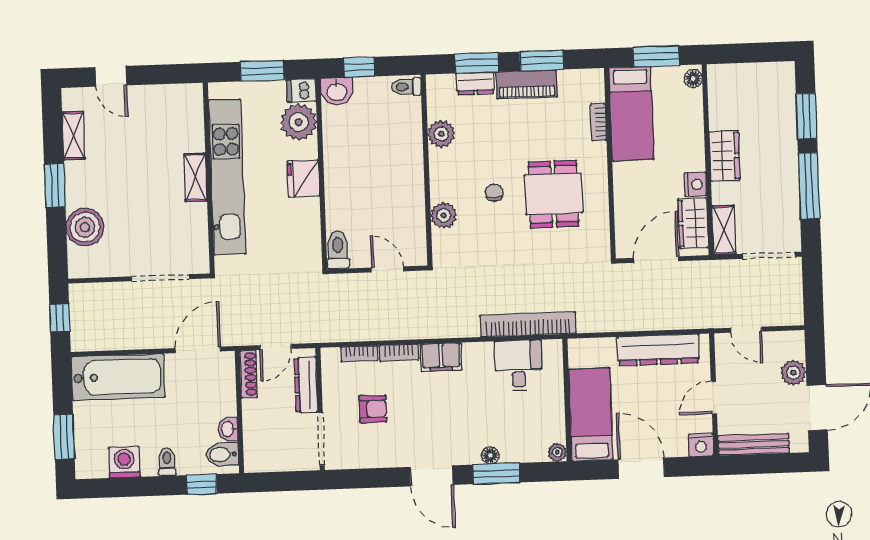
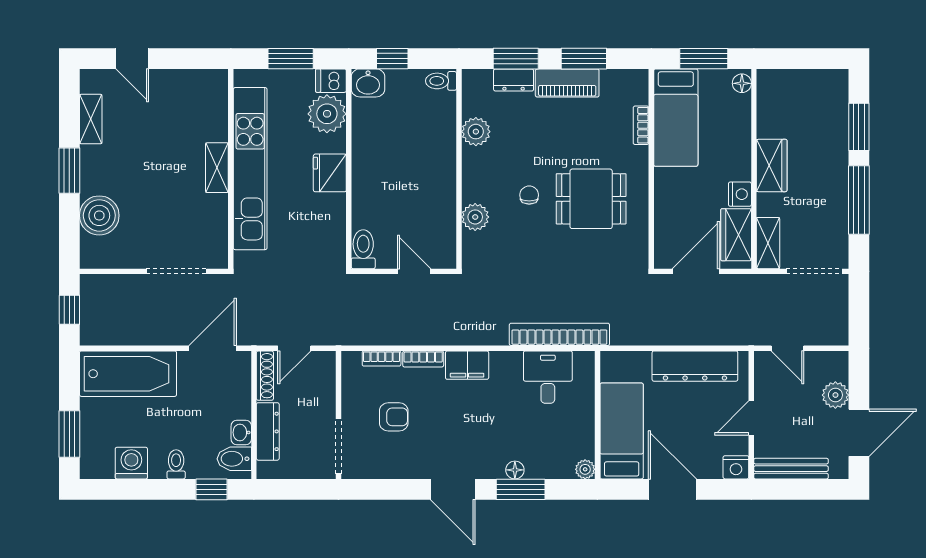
dining table: (553, 194) -> (591, 199), turned 90
dresser: (306, 385) -> (268, 431), moved, turned 180

